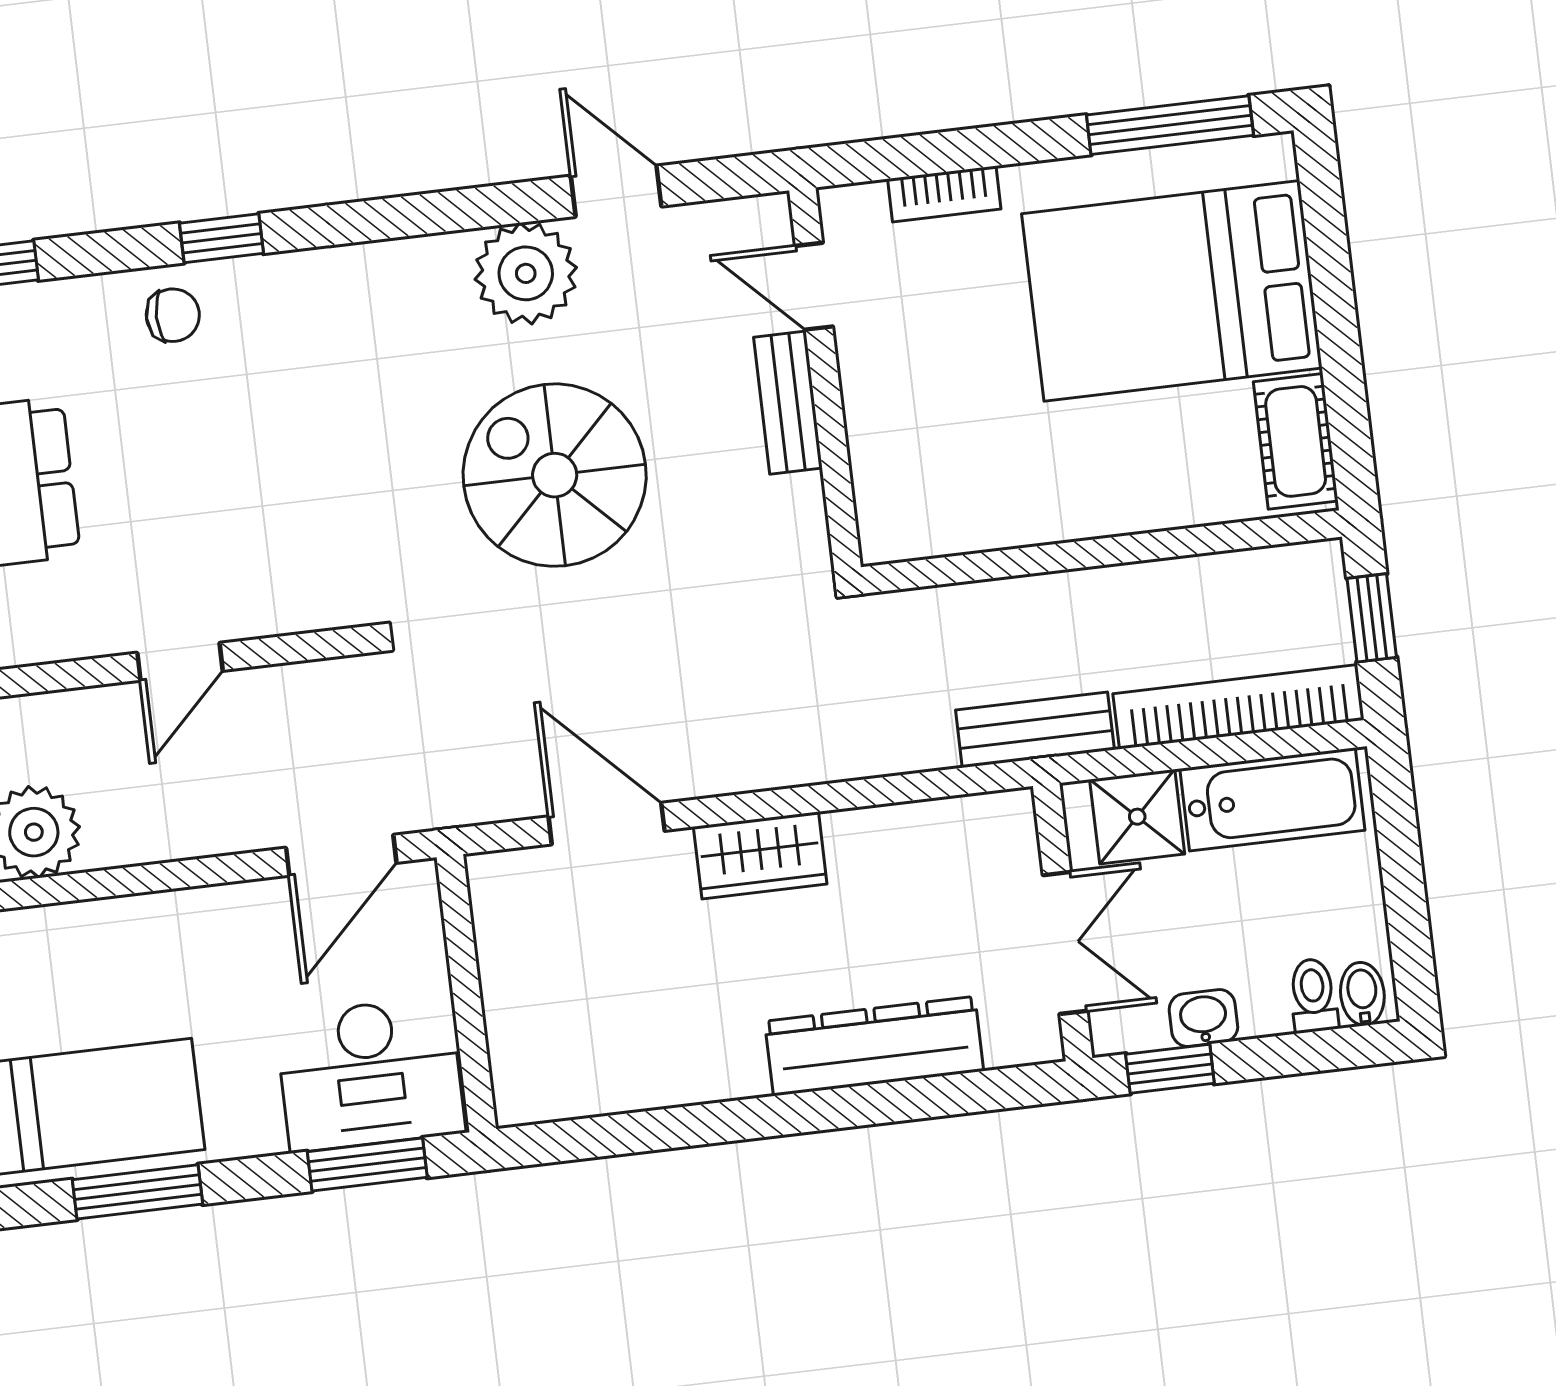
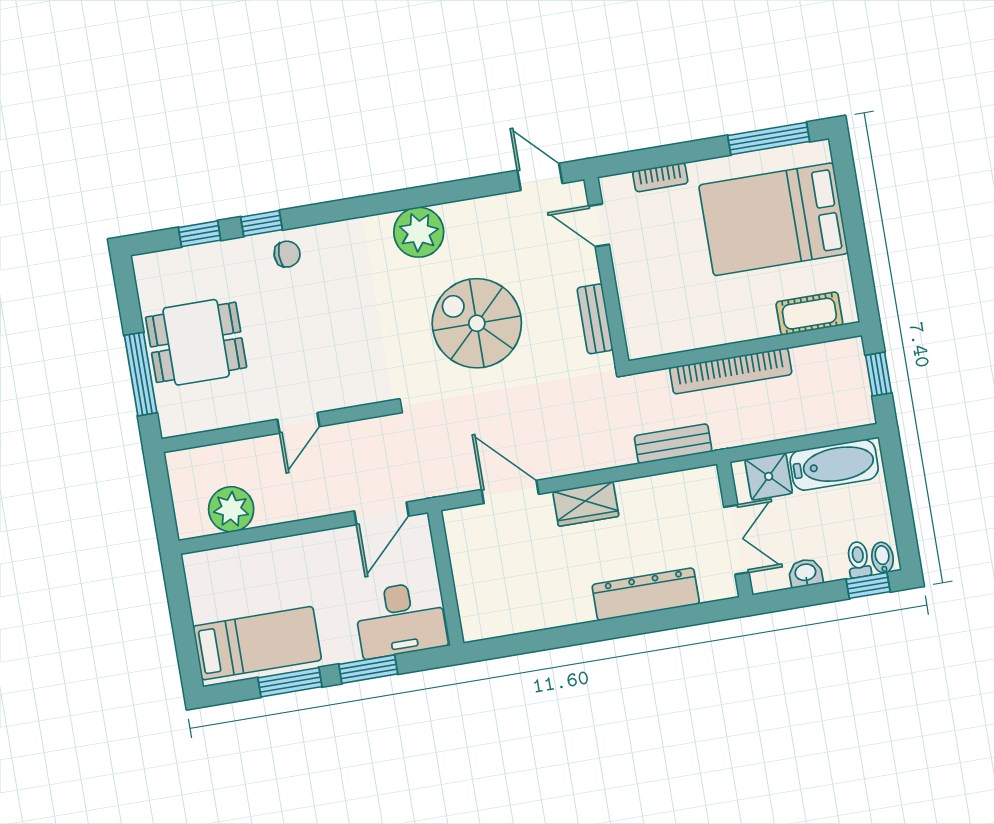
door: (616, 191) -> (540, 177), moved
window: (221, 238) -> (262, 223), moved
plant: (526, 273) -> (419, 232), moved
bench: (788, 403) -> (595, 319), moved
cot: (1296, 441) -> (809, 314), moved, turned 90
bookcase: (1239, 707) -> (731, 371), moved, turned 180
bench: (1035, 730) -> (673, 444), moved
window: (1170, 1069) -> (868, 585), moved
window: (367, 1164) -> (368, 669), moved

